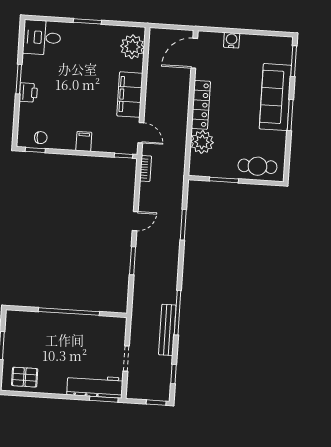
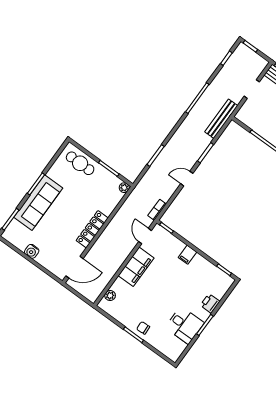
desk: (42, 37) -> (184, 325), moved
water cooler: (232, 40) -> (32, 251), moved
plant: (132, 47) -> (110, 296), width x0.53, depth x0.53
printer: (28, 93) -> (210, 303), moved
chair: (41, 138) -> (143, 328), moved
plant: (202, 142) -> (124, 188), moved, width x0.53, depth x0.53
bench: (167, 330) -> (221, 119), moved

